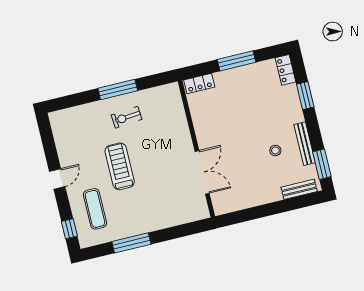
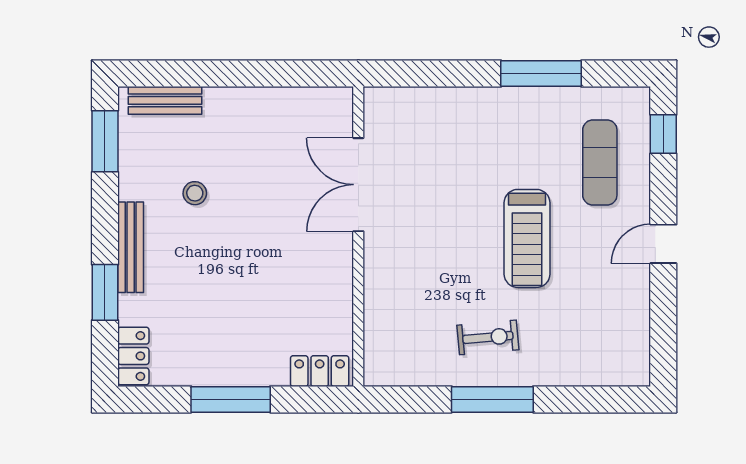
bench: (305, 144) -> (131, 247), moved

